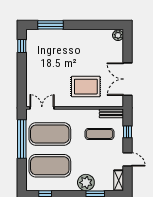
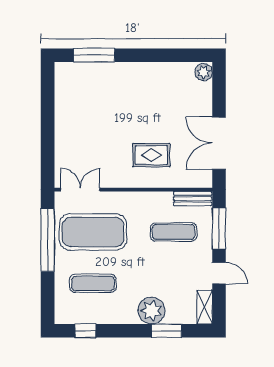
window: (22, 46) -> (48, 90), removed
rug: (86, 87) -> (151, 155), width x0.73, depth x0.70
window: (128, 132) -> (219, 229), width x2.17
exercise mat: (50, 166) -> (93, 283), width x0.50, depth x0.69

